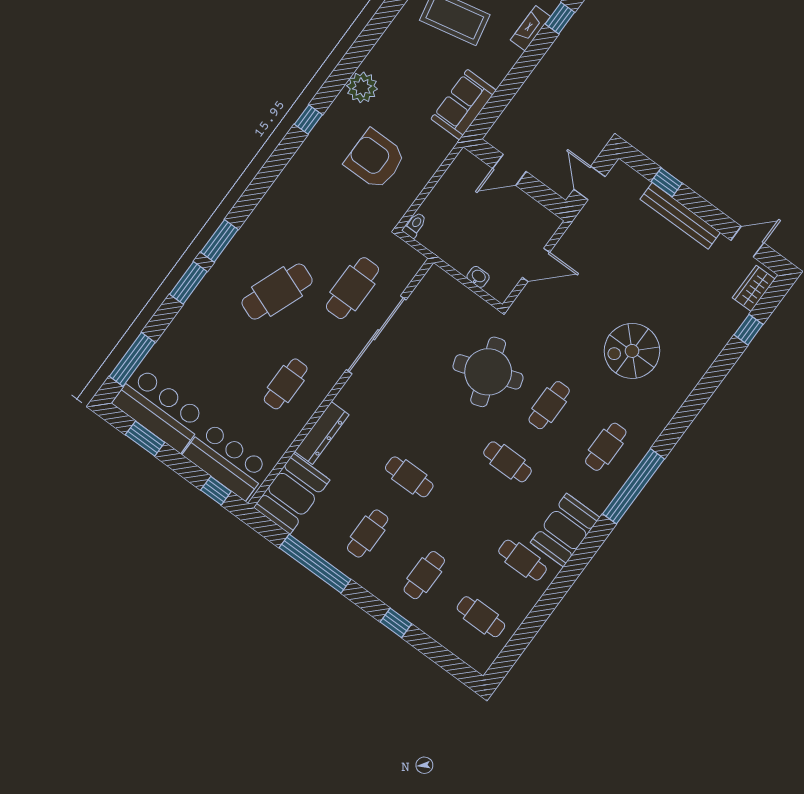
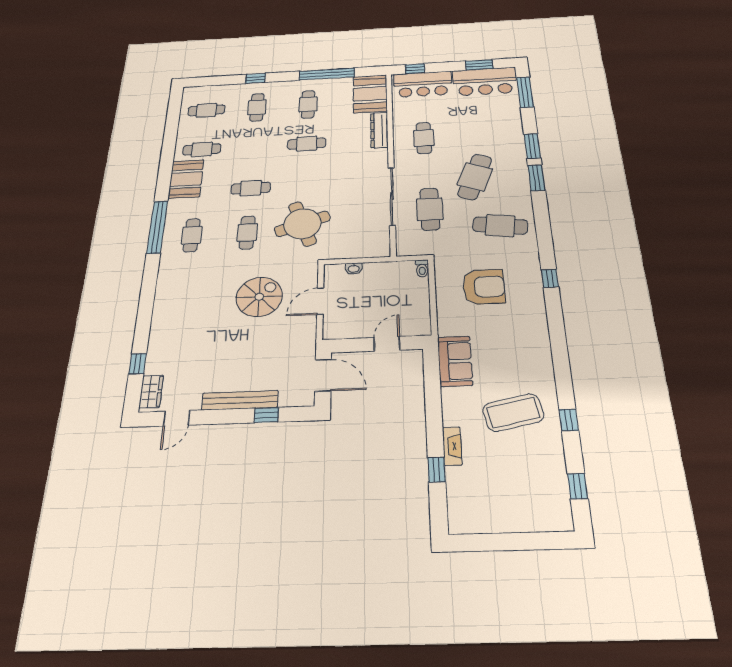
plant: (362, 87) -> (534, 322), removed
door: (589, 183) -> (323, 375), width x1.37
cafe table: (303, 214) -> (500, 226), added
spiral stairs: (632, 351) -> (259, 297), moved

